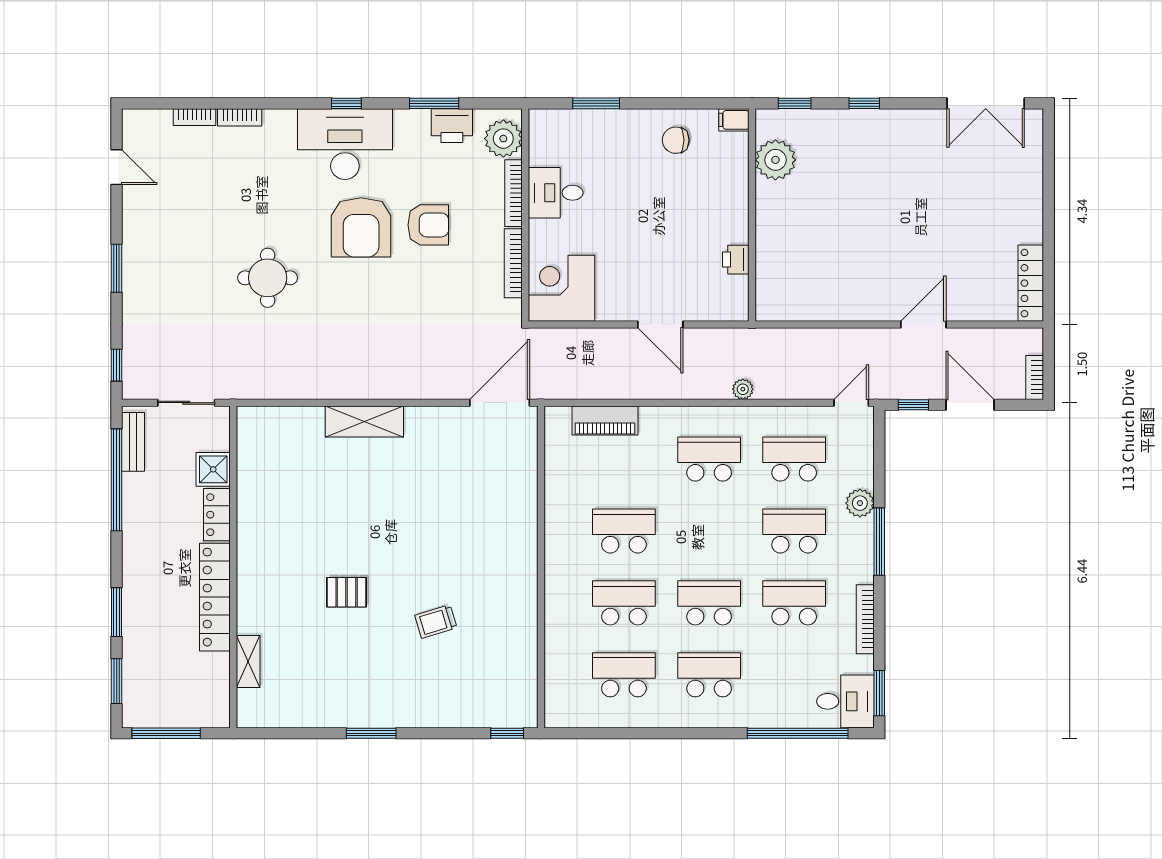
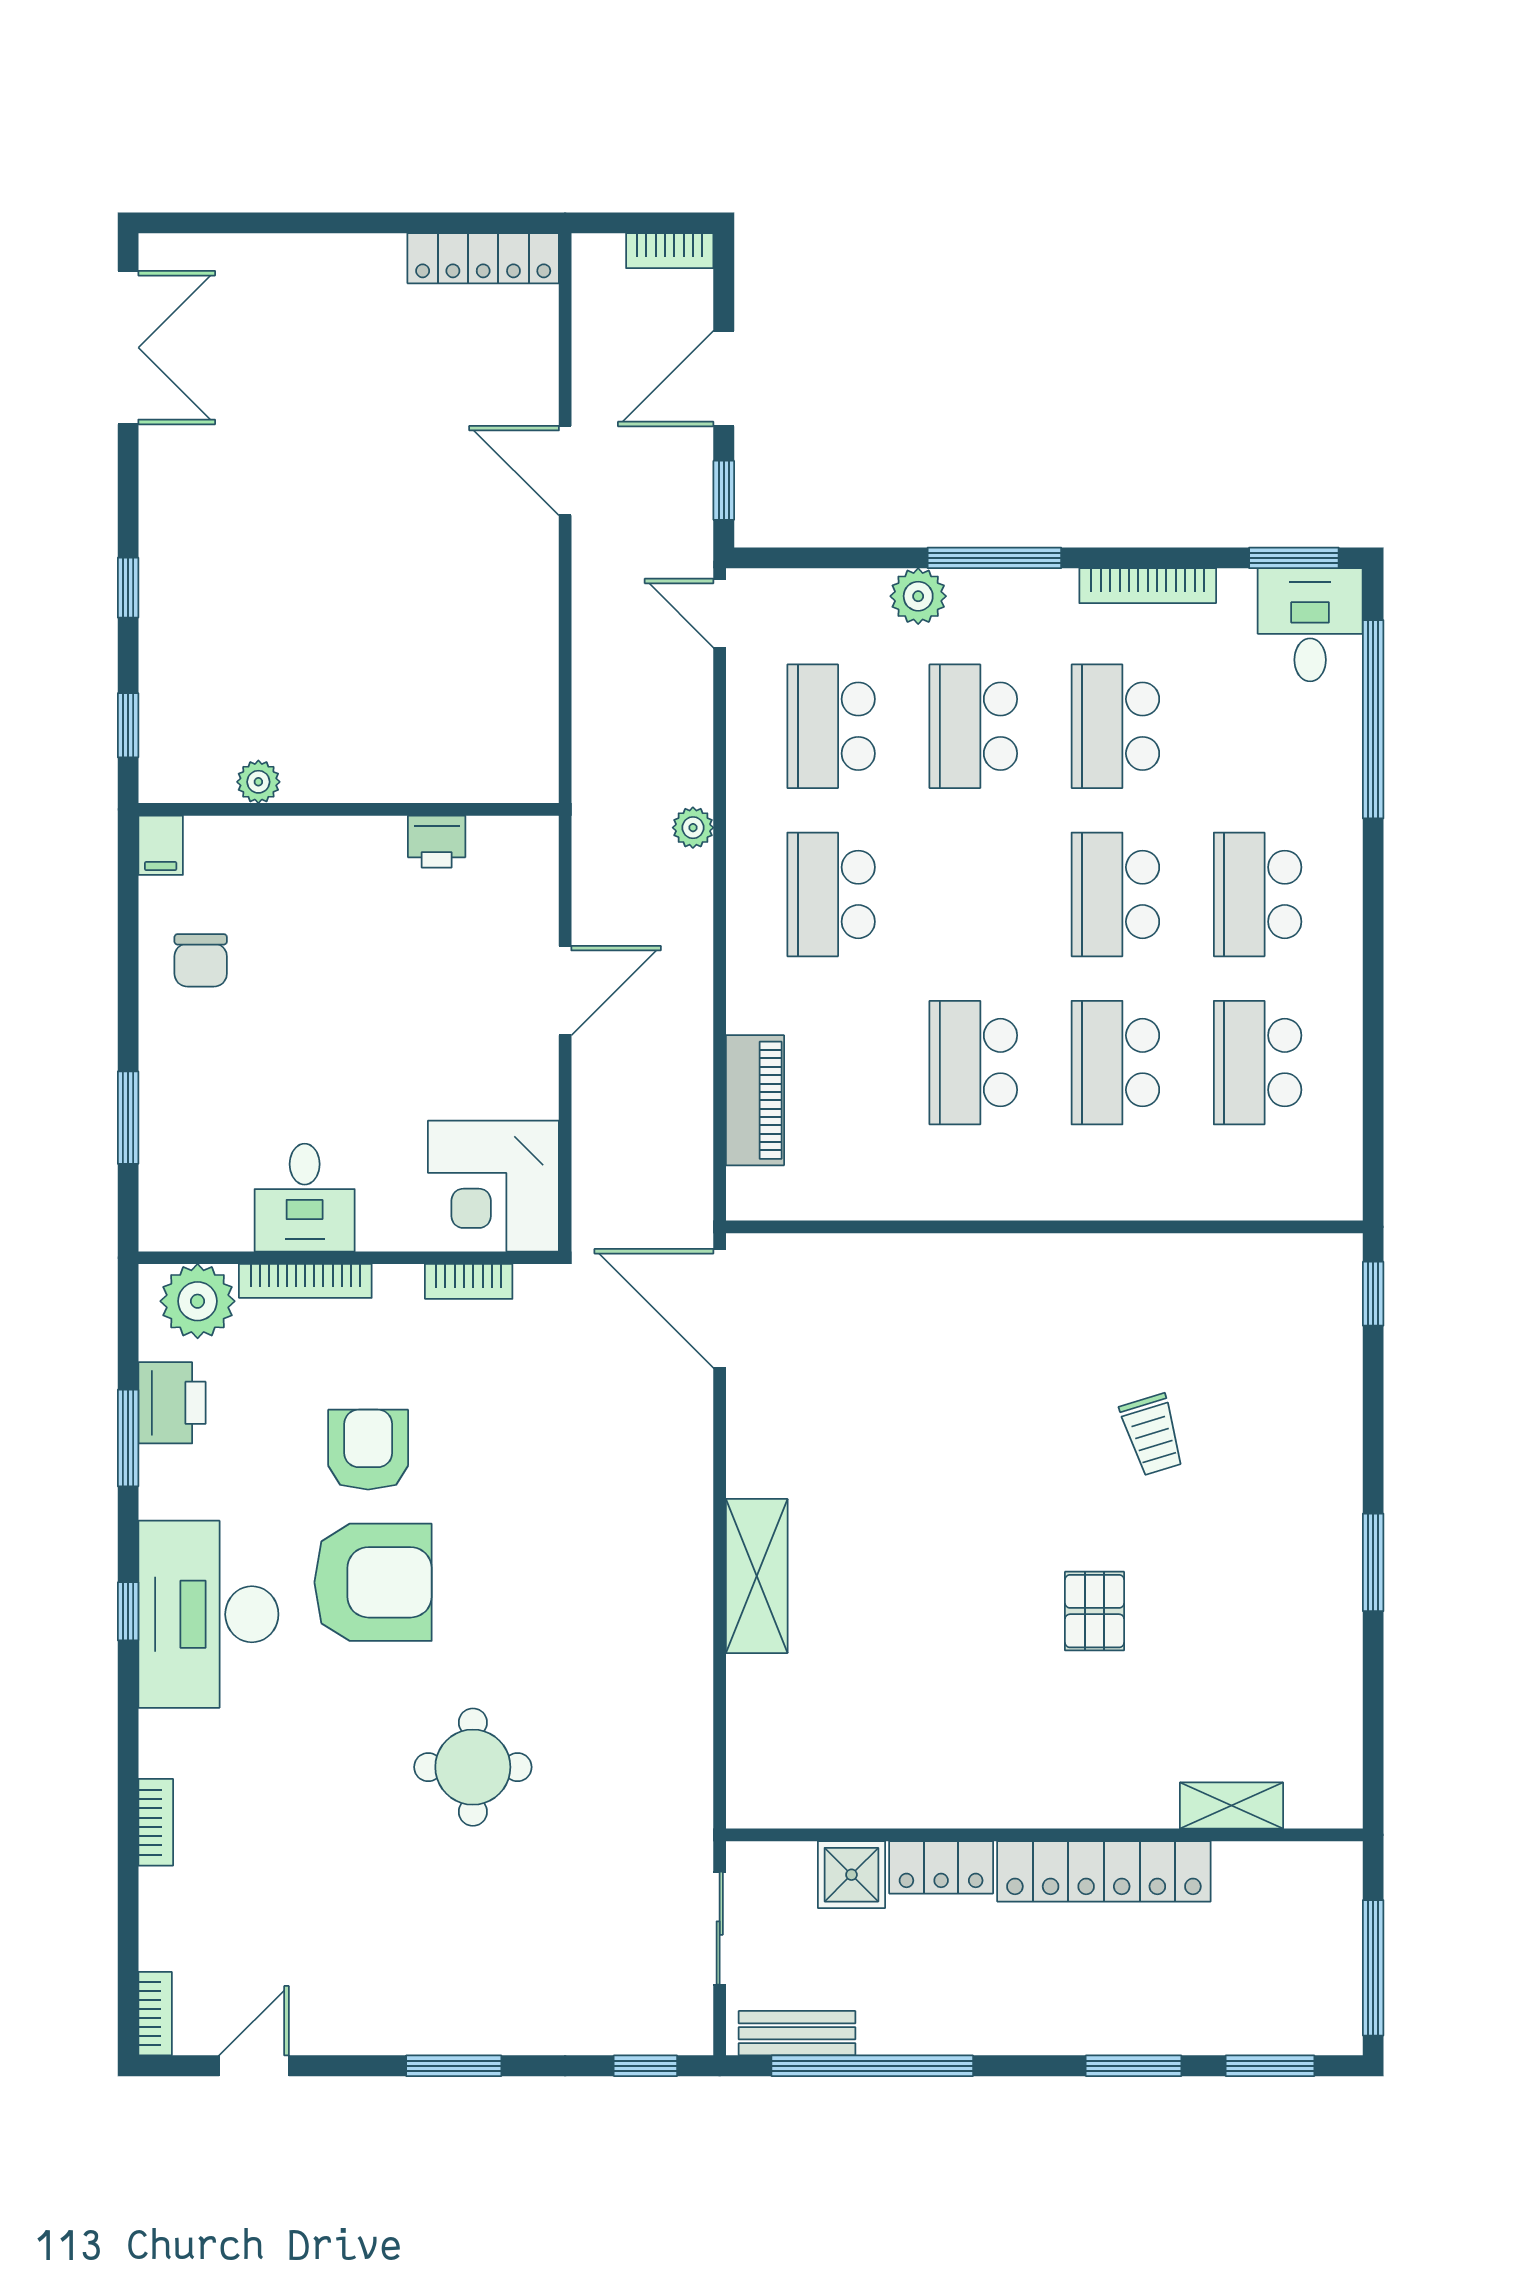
bookcase: (194, 117) -> (155, 2014), moved
plant: (775, 160) -> (258, 782), width x0.53, depth x0.53
bookcase: (513, 263) -> (469, 1281), width x0.64

